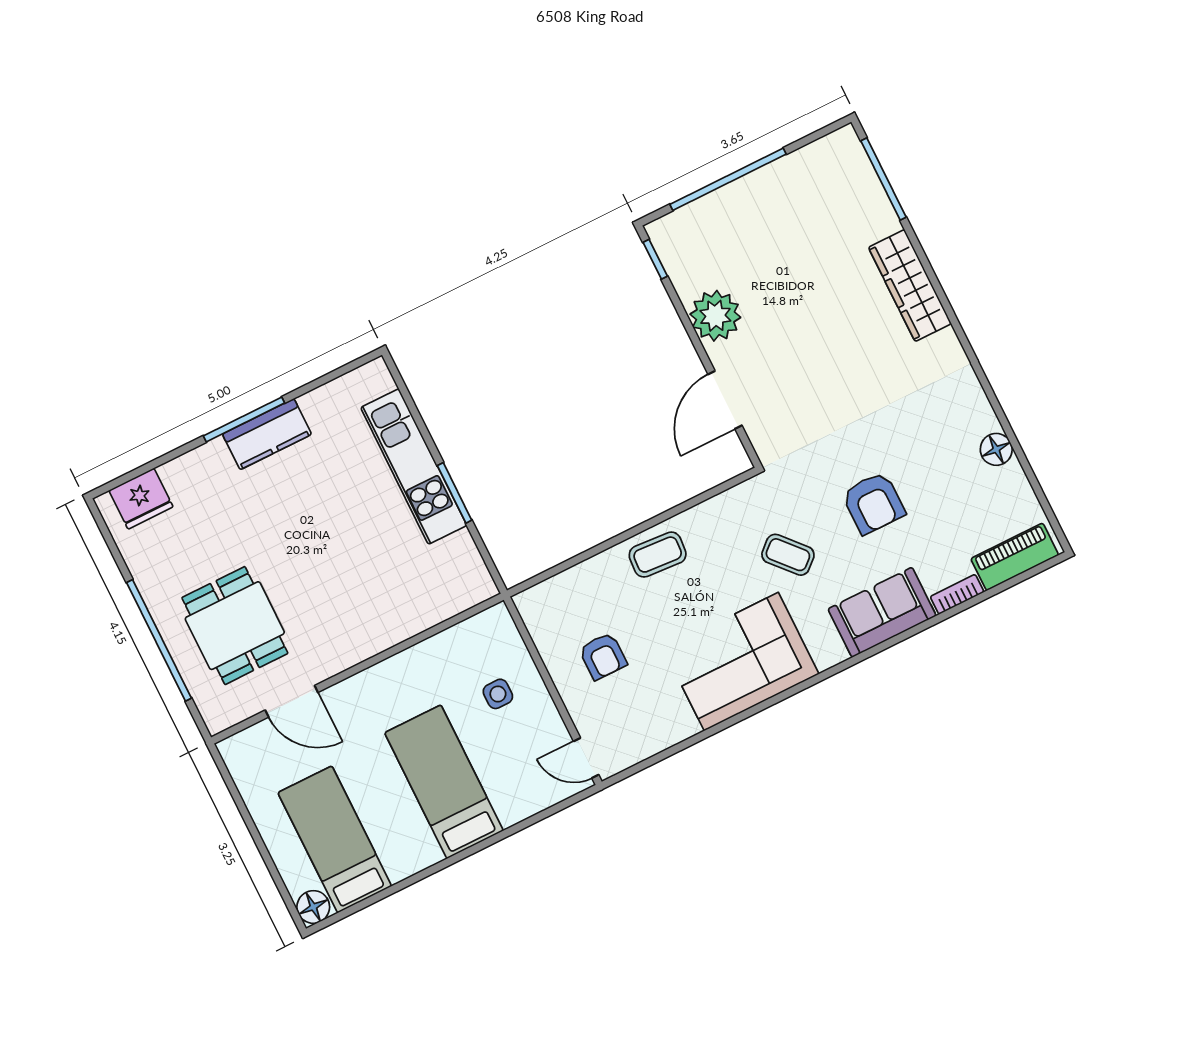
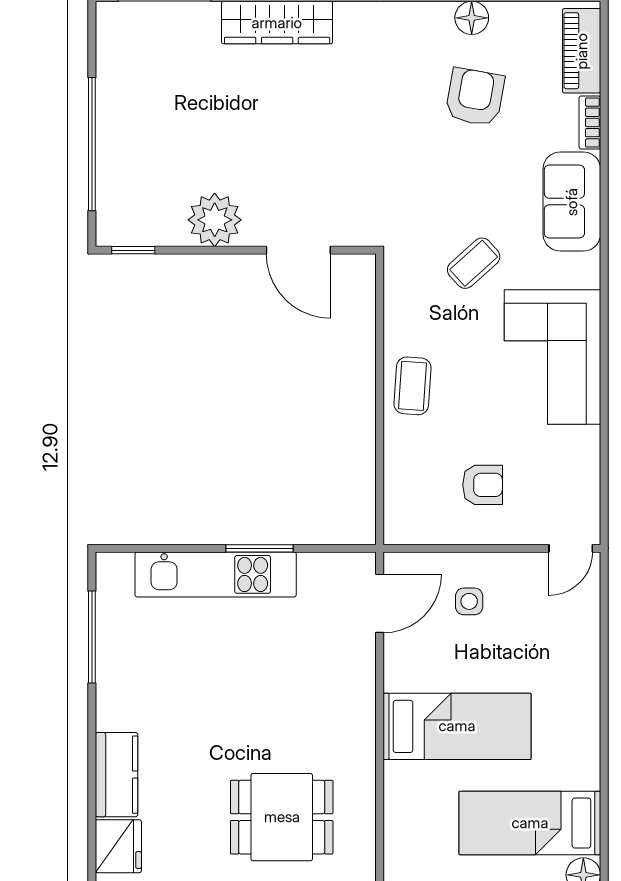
window: (244, 419) -> (92, 637), moved
kitchen counter: (267, 434) -> (117, 775), moved
armchair: (873, 503) -> (475, 97), moved, turned -80
door: (292, 701) -> (380, 603), moved
bed: (444, 782) -> (457, 726), moved, turned 180

